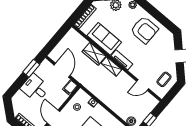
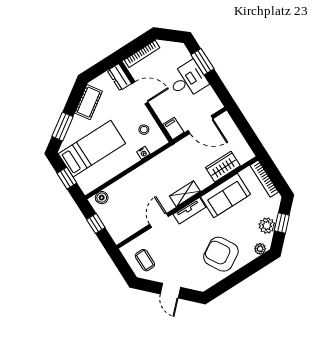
armchair: (144, 30) -> (221, 254), turned 59
wardrobe: (94, 54) -> (223, 167), moved
window: (31, 68) -> (202, 62), moved
door: (143, 85) -> (159, 220), moved

